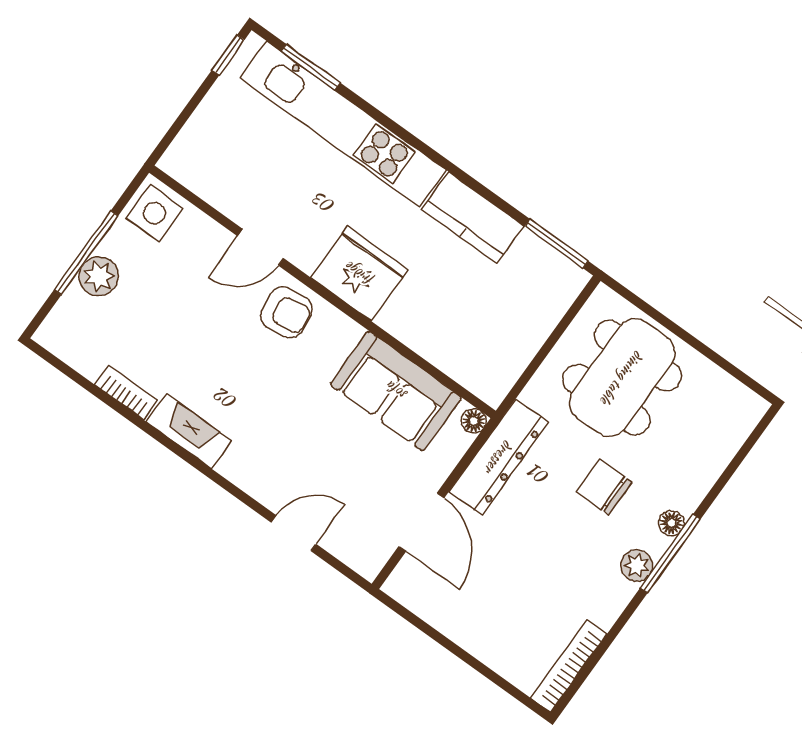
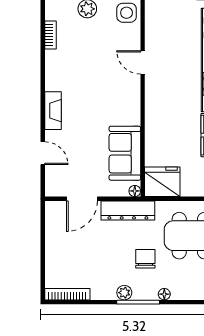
fridge: (359, 274) -> (162, 182), moved, turned -90
armchair: (286, 312) -> (125, 90), removed
bookcase: (126, 392) -> (51, 35), moved
fireplace: (189, 431) -> (53, 111), moved
floor lamp: (671, 523) -> (164, 294), moved

